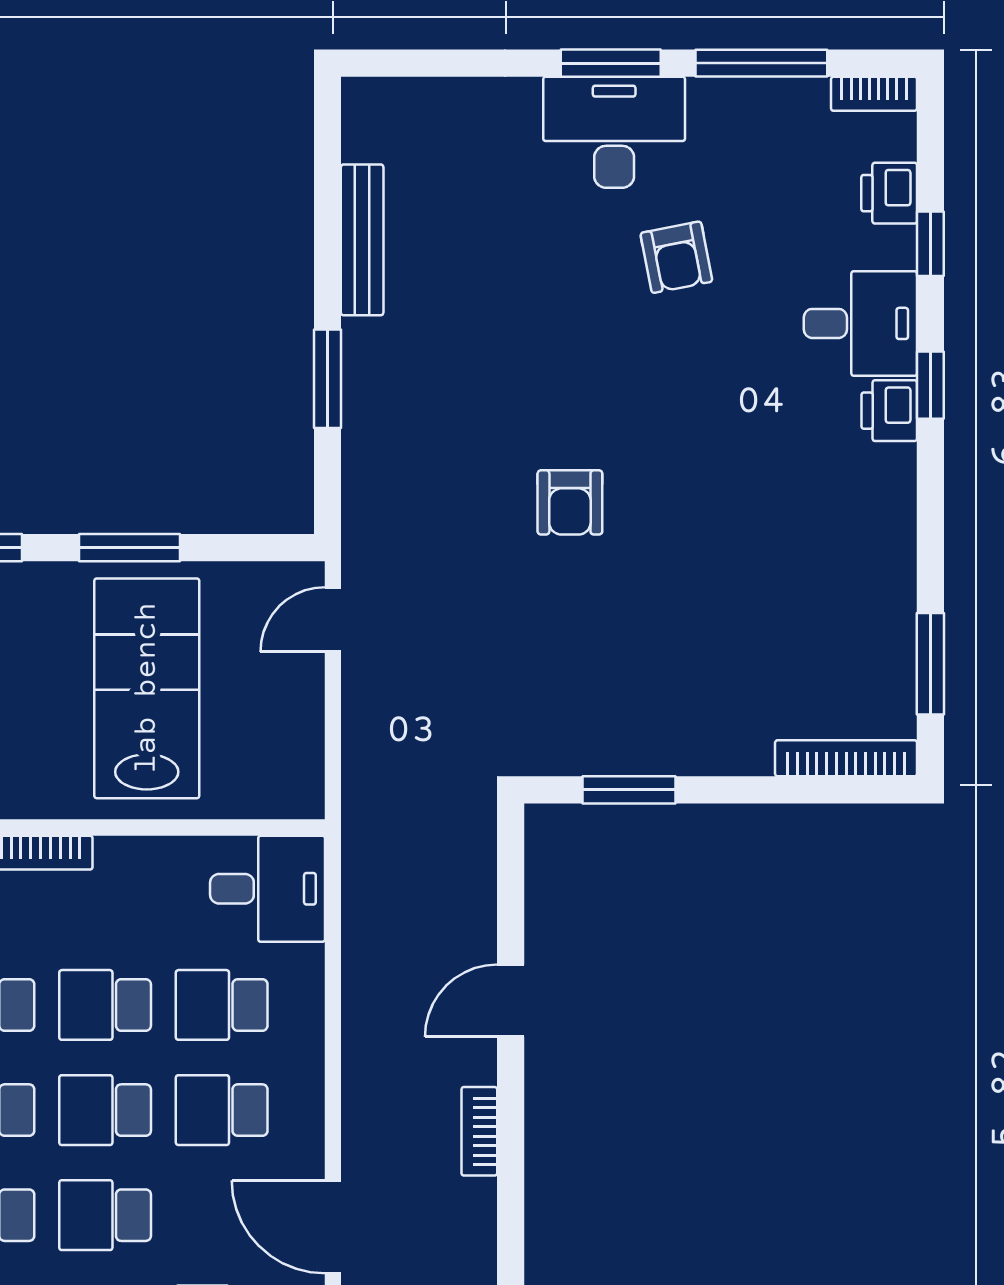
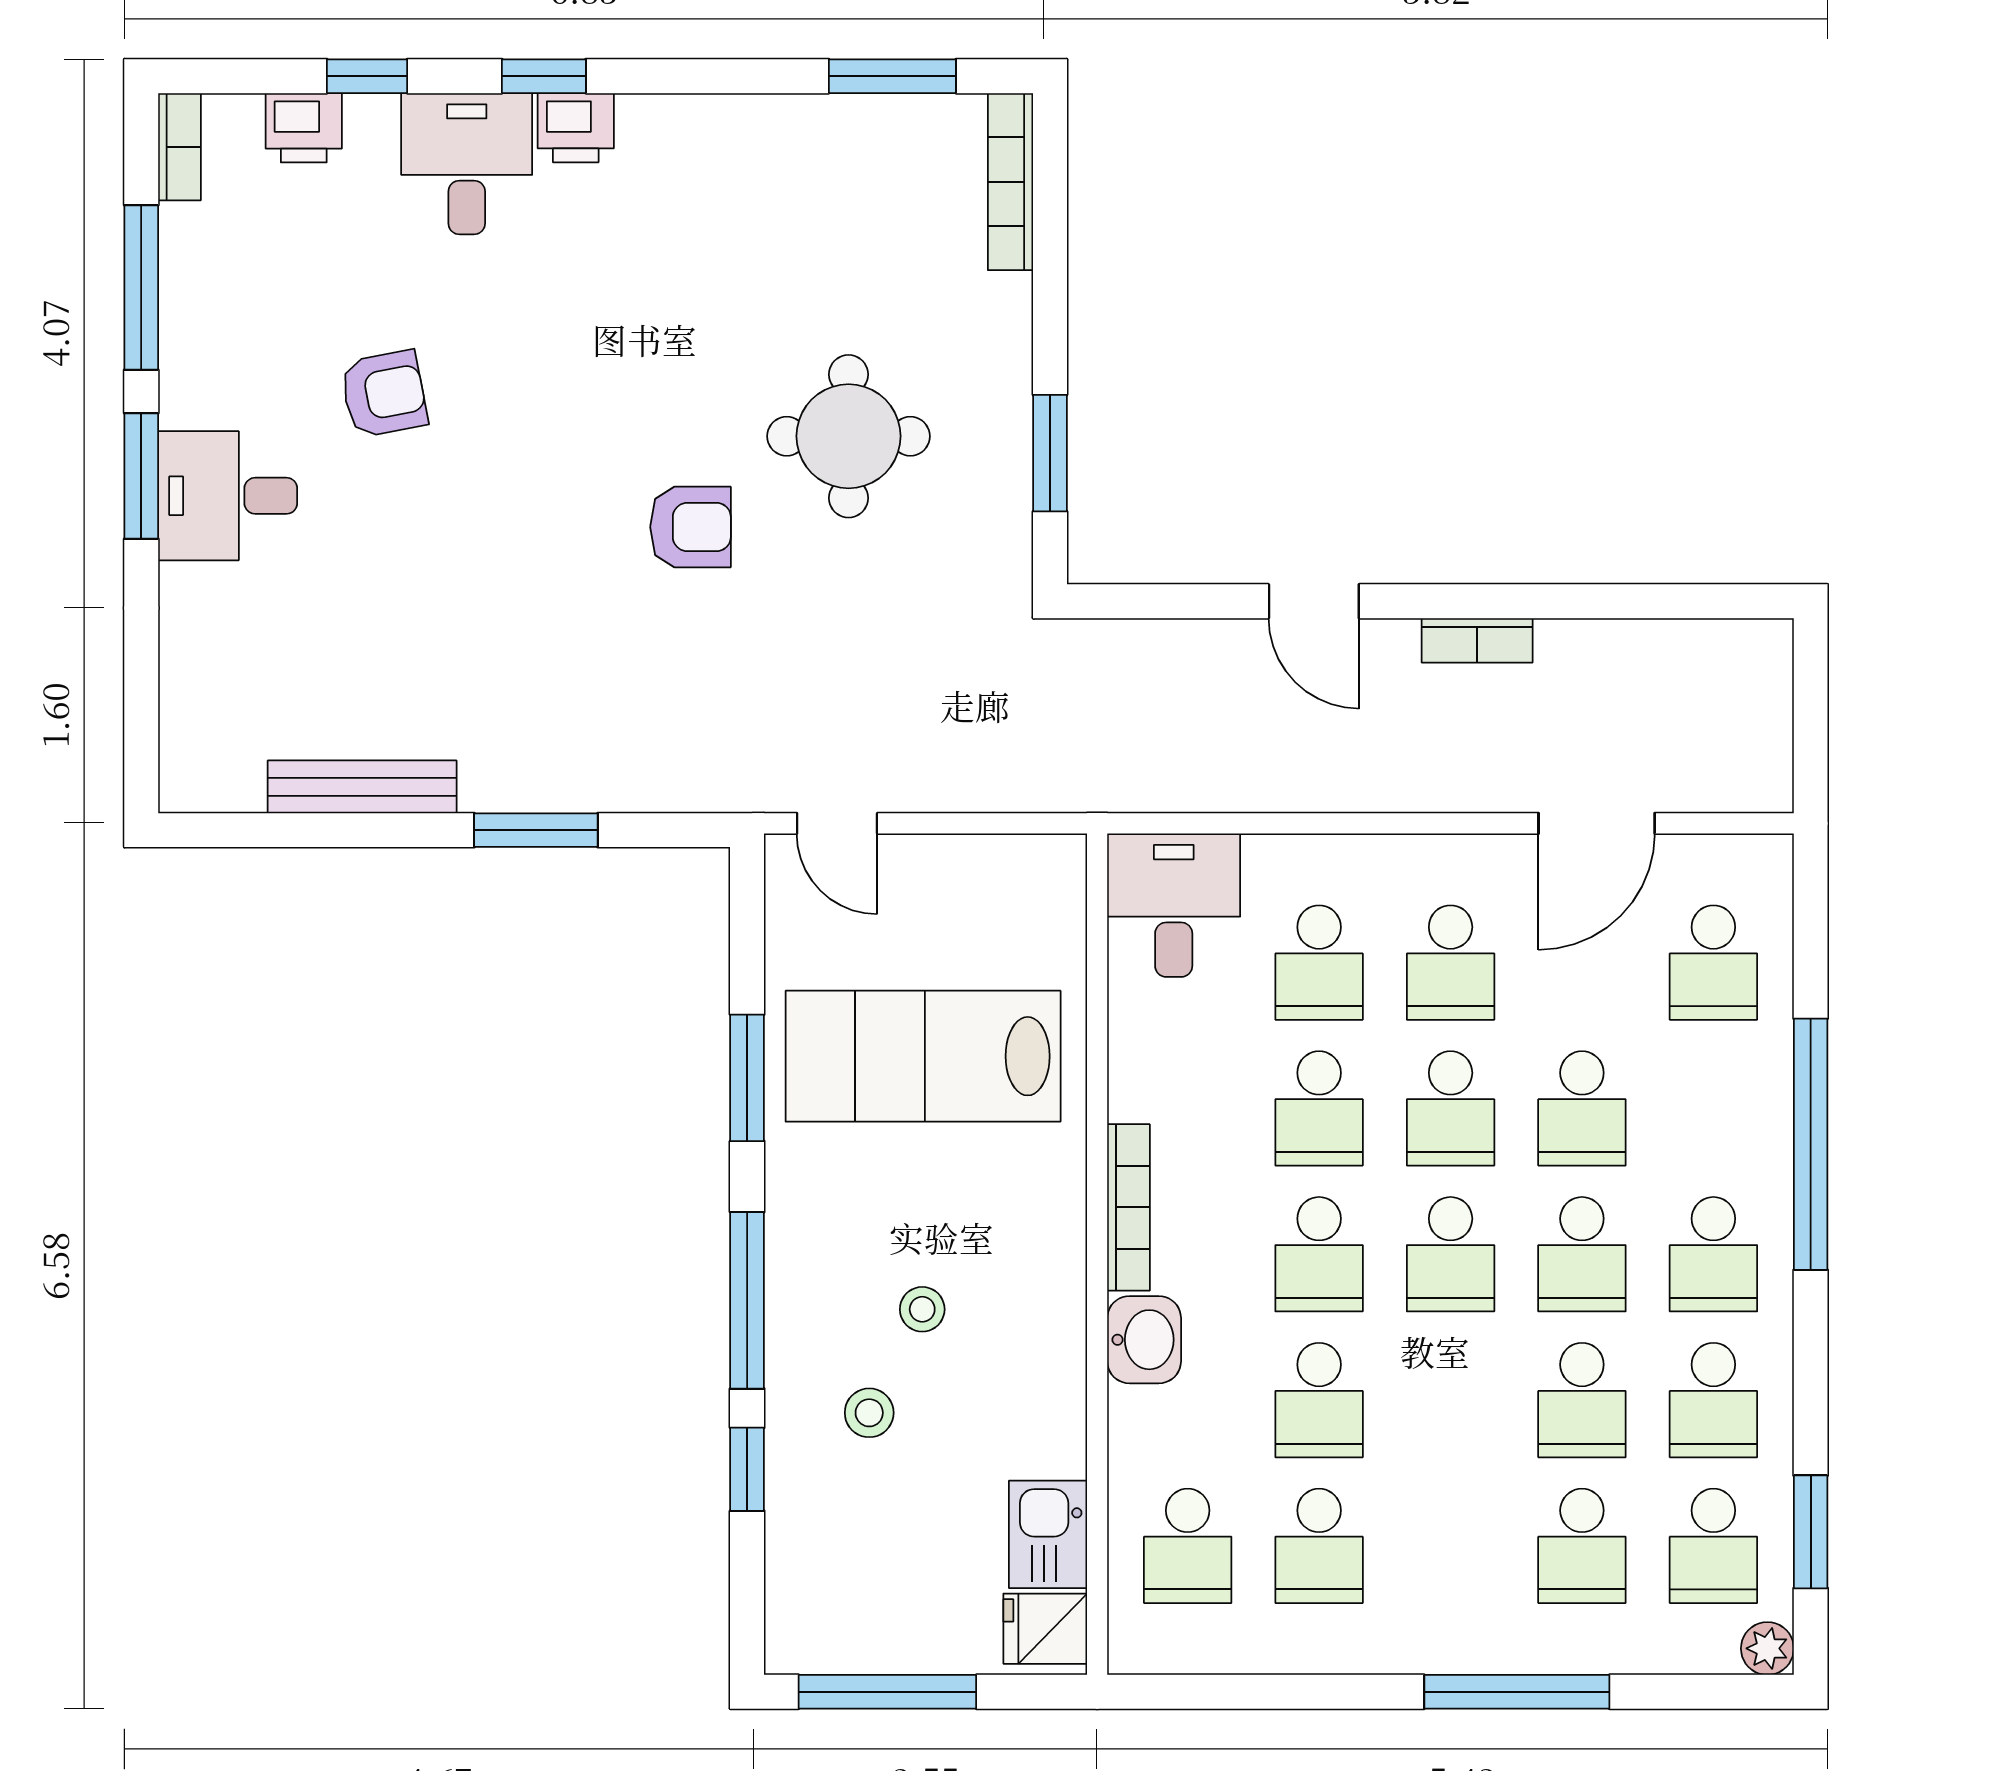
desk: (614, 132) -> (228, 496), width x0.73
round table: (642, 629) -> (849, 436), added

